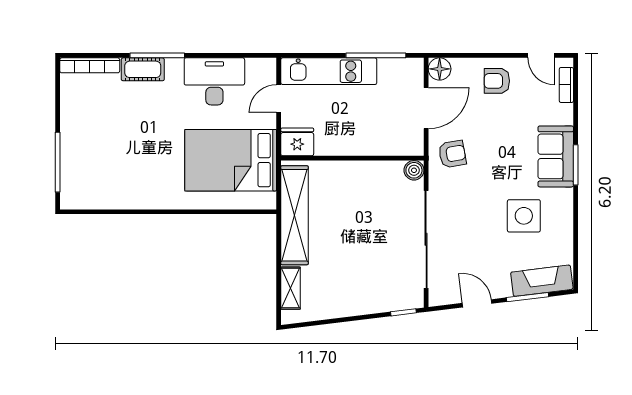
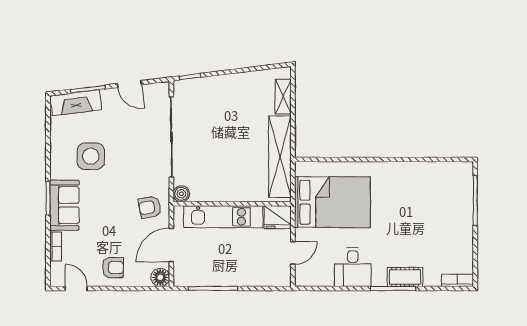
bookcase: (90, 65) -> (458, 280), width x0.64
kitchen unit: (329, 71) -> (223, 217), moved, turned 180
desk: (214, 81) -> (353, 267), width x0.73
bookcase: (566, 85) -> (56, 246), moved

